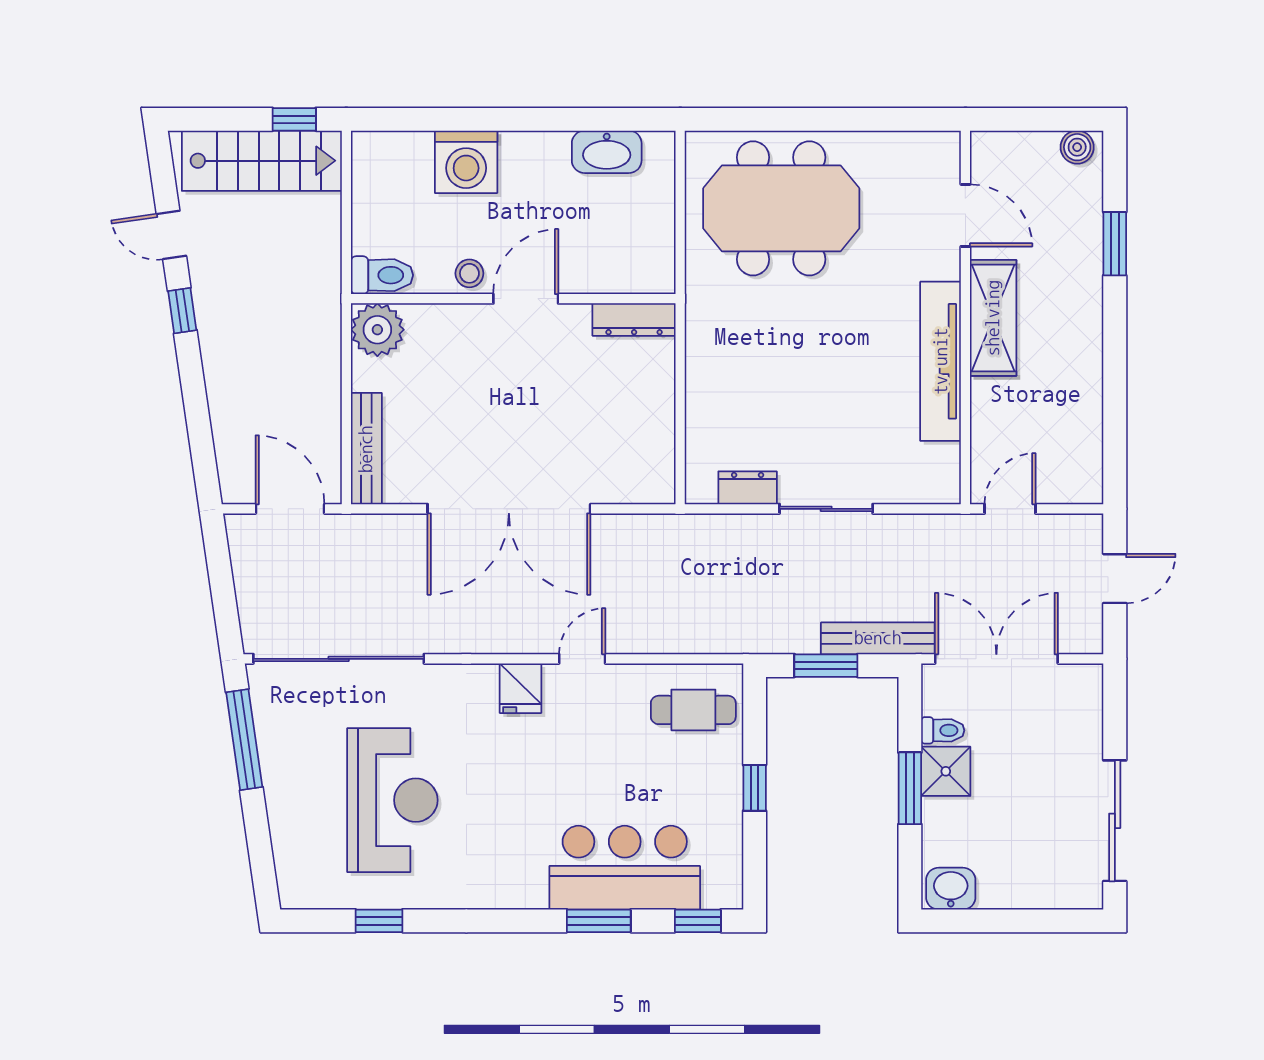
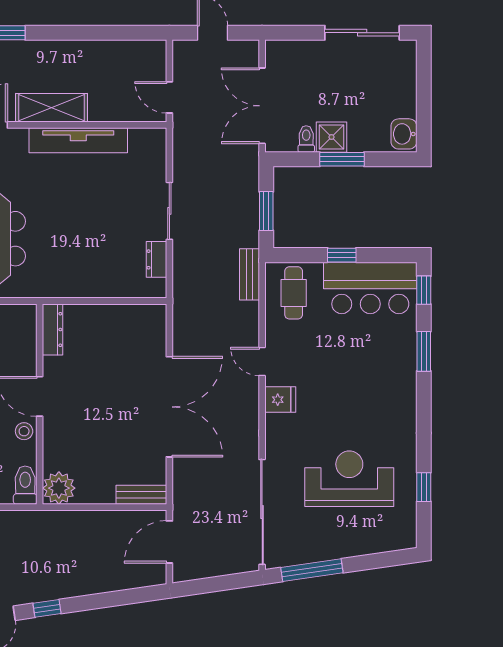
bench: (366, 449) -> (141, 495), width x0.73
bench: (878, 638) -> (249, 274), moved, width x0.73
bar counter: (625, 868) -> (370, 288), moved, turned -90

